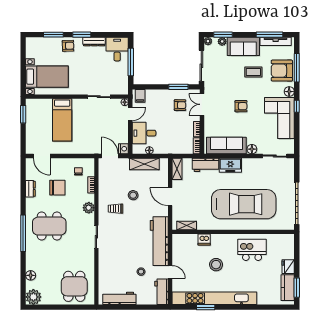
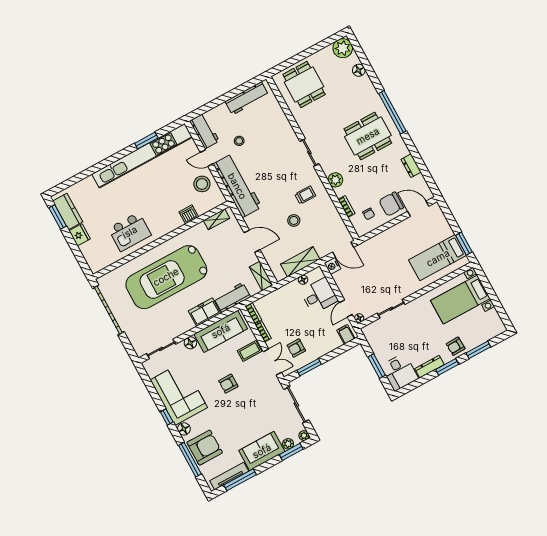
window: (131, 62) -> (377, 366), width x0.69
coffee table: (253, 72) -> (250, 351), moved
bed: (62, 120) -> (438, 258), moved, turned -90
chair: (57, 188) -> (391, 204), moved
stool: (216, 265) -> (202, 184), moved

